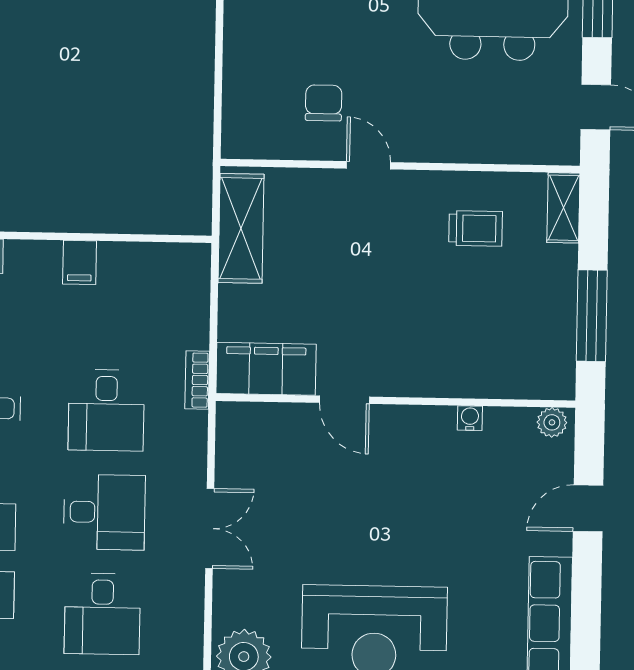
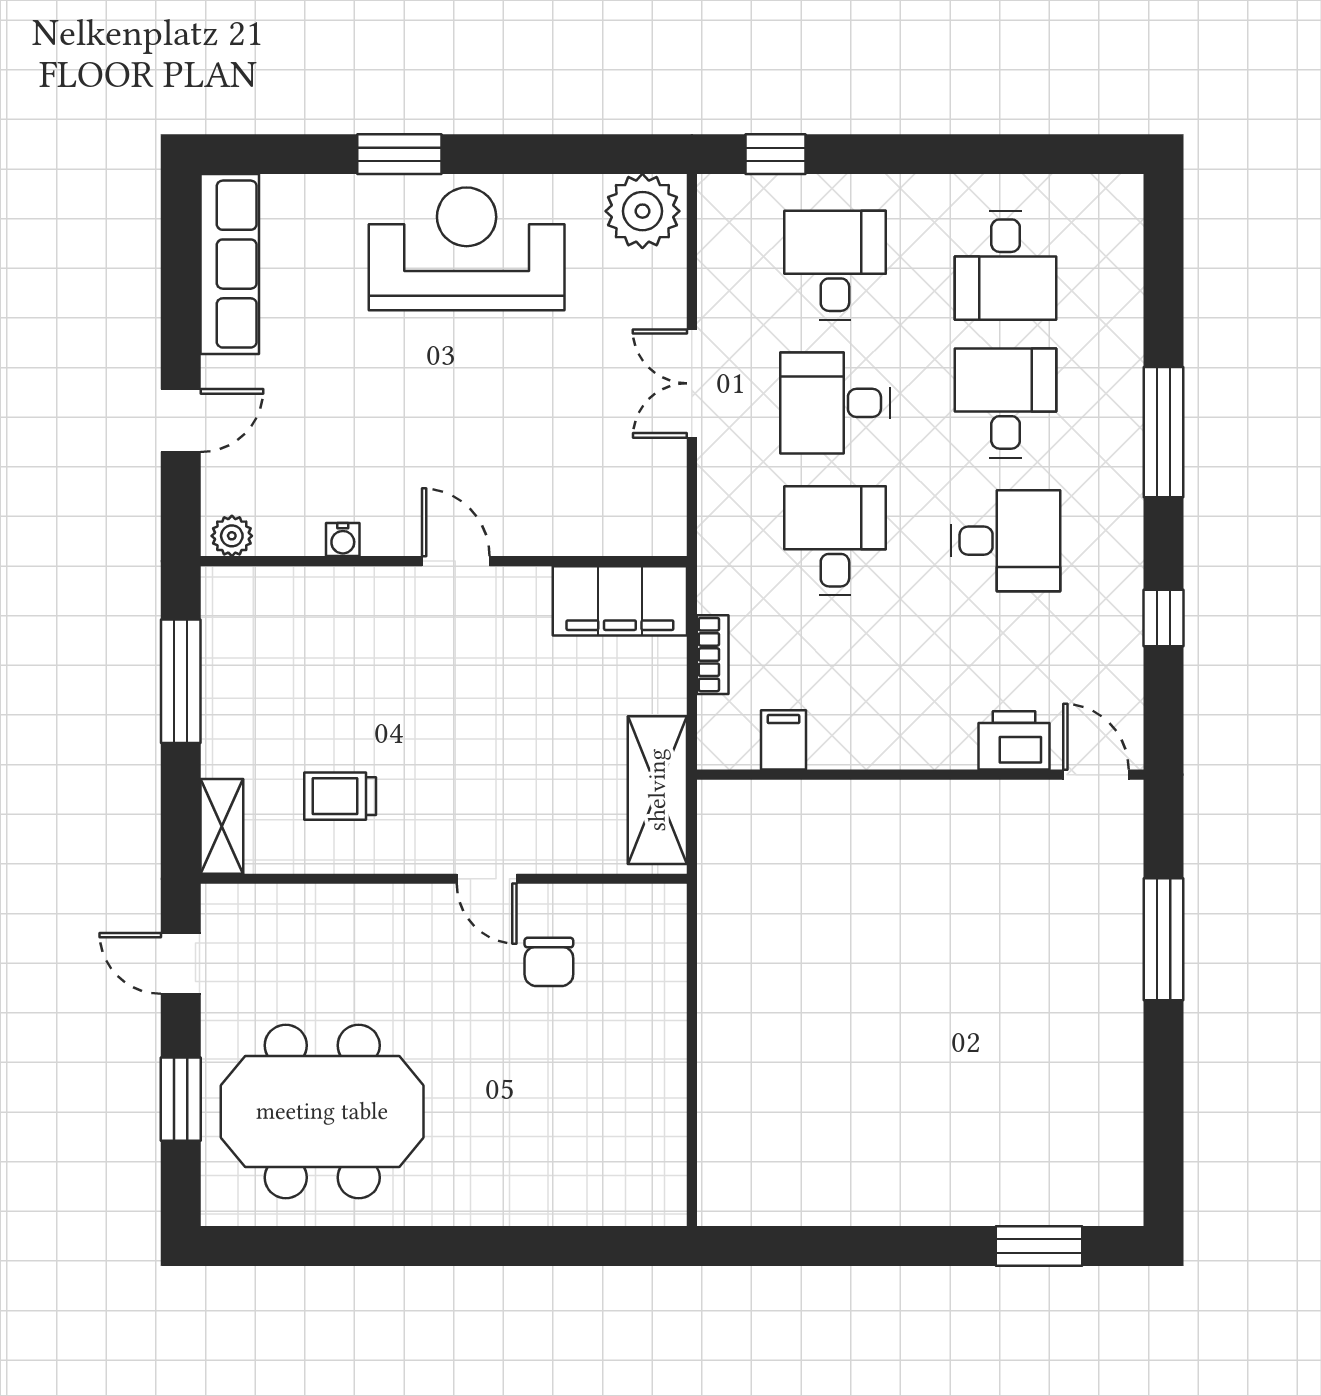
filing cabinet: (80, 262) -> (783, 740), moved
bookcase: (197, 380) -> (713, 655), moved
door: (344, 400) -> (456, 561), moved

